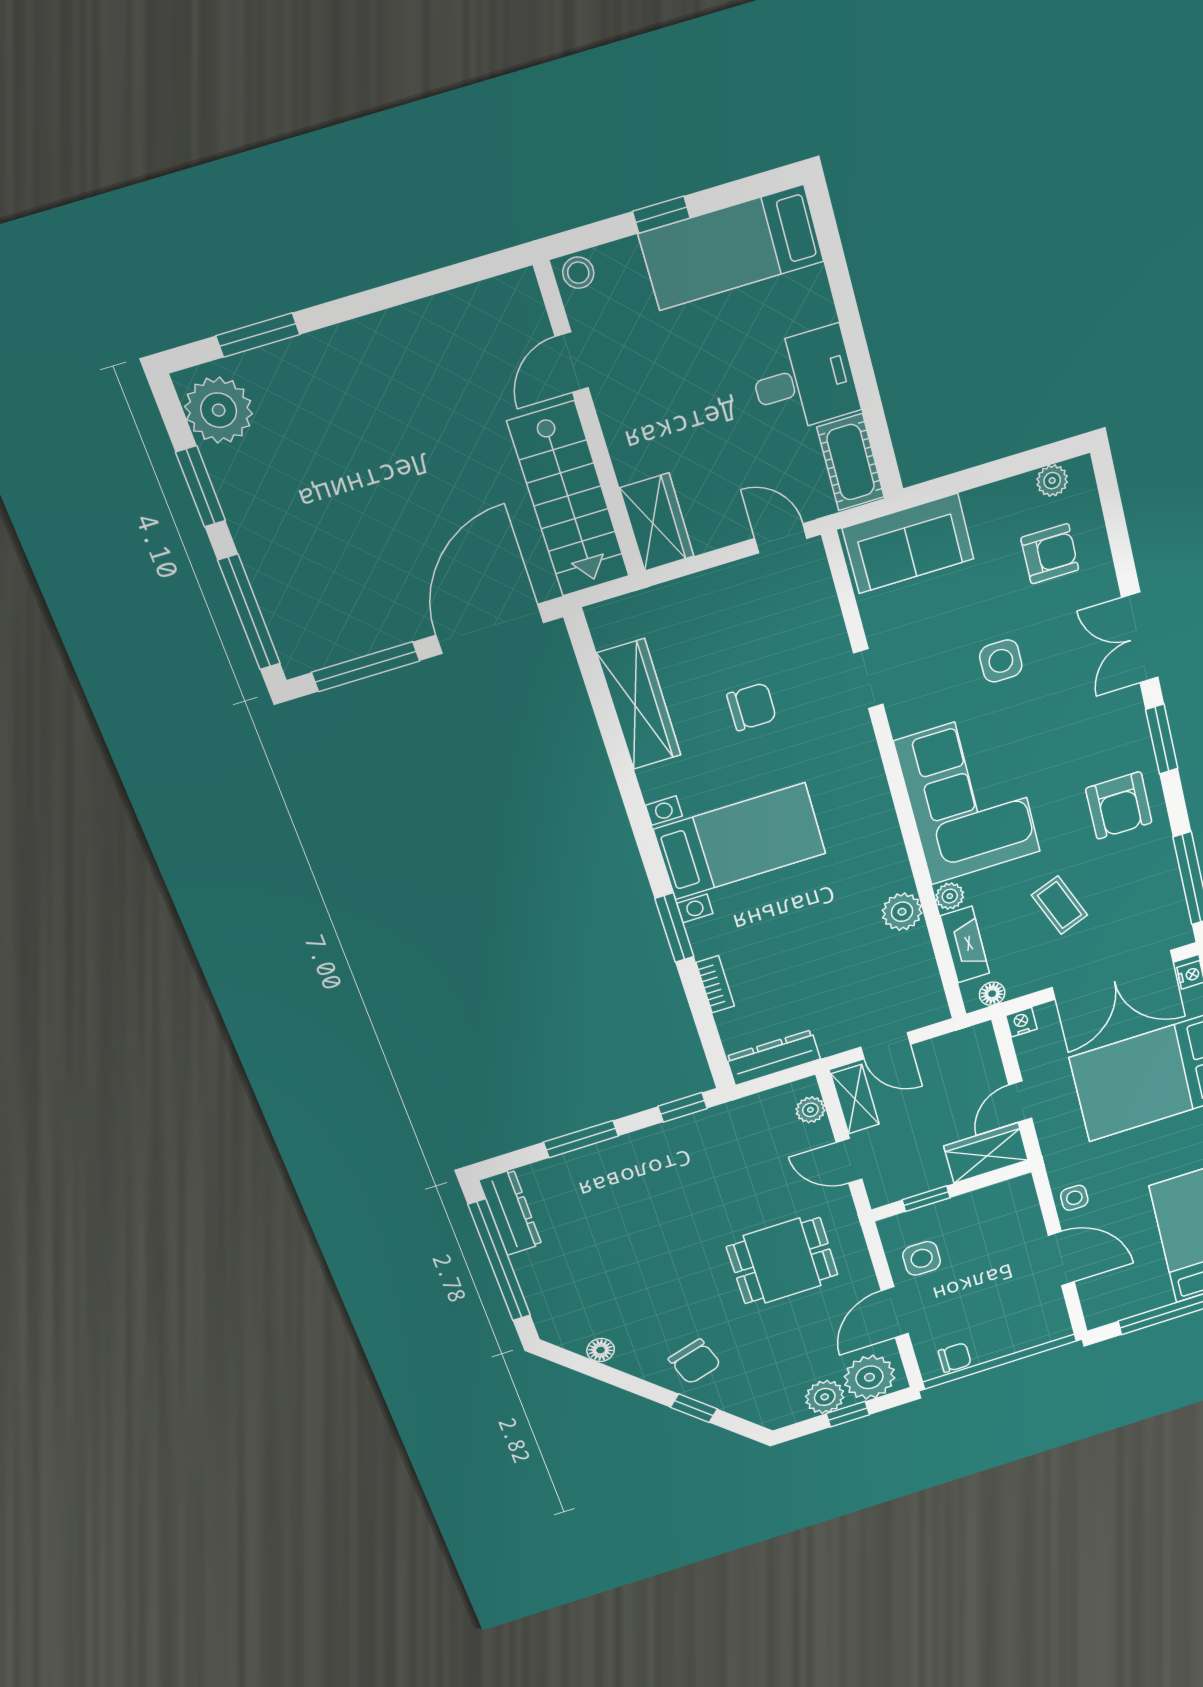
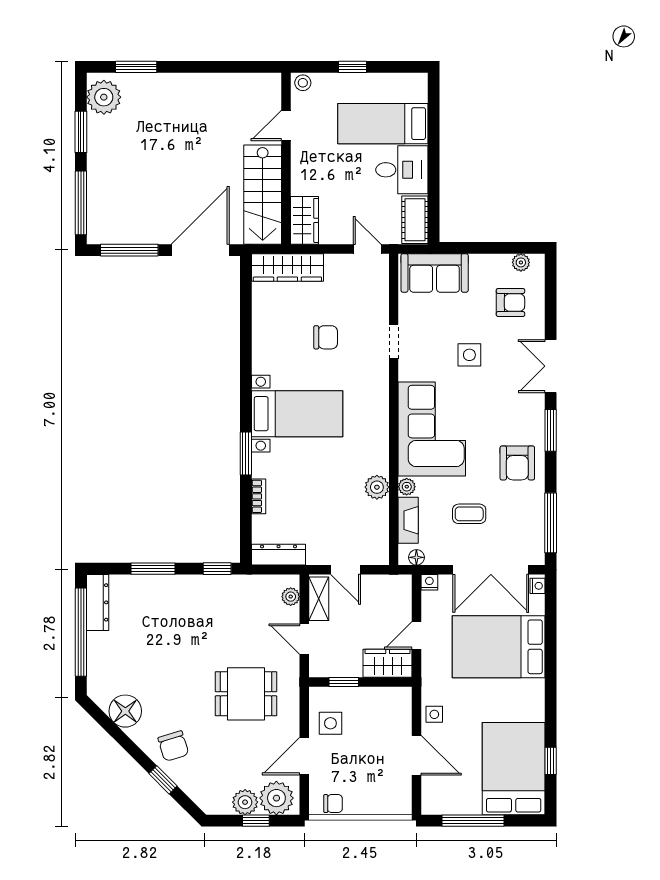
bed: (731, 248) -> (383, 124), moved
wardrobe: (639, 704) -> (287, 267), moved, turned 90
coffee table: (1060, 905) -> (469, 514), turned -69
floor lamp: (601, 1350) -> (125, 711), width x1.89, depth x1.89

